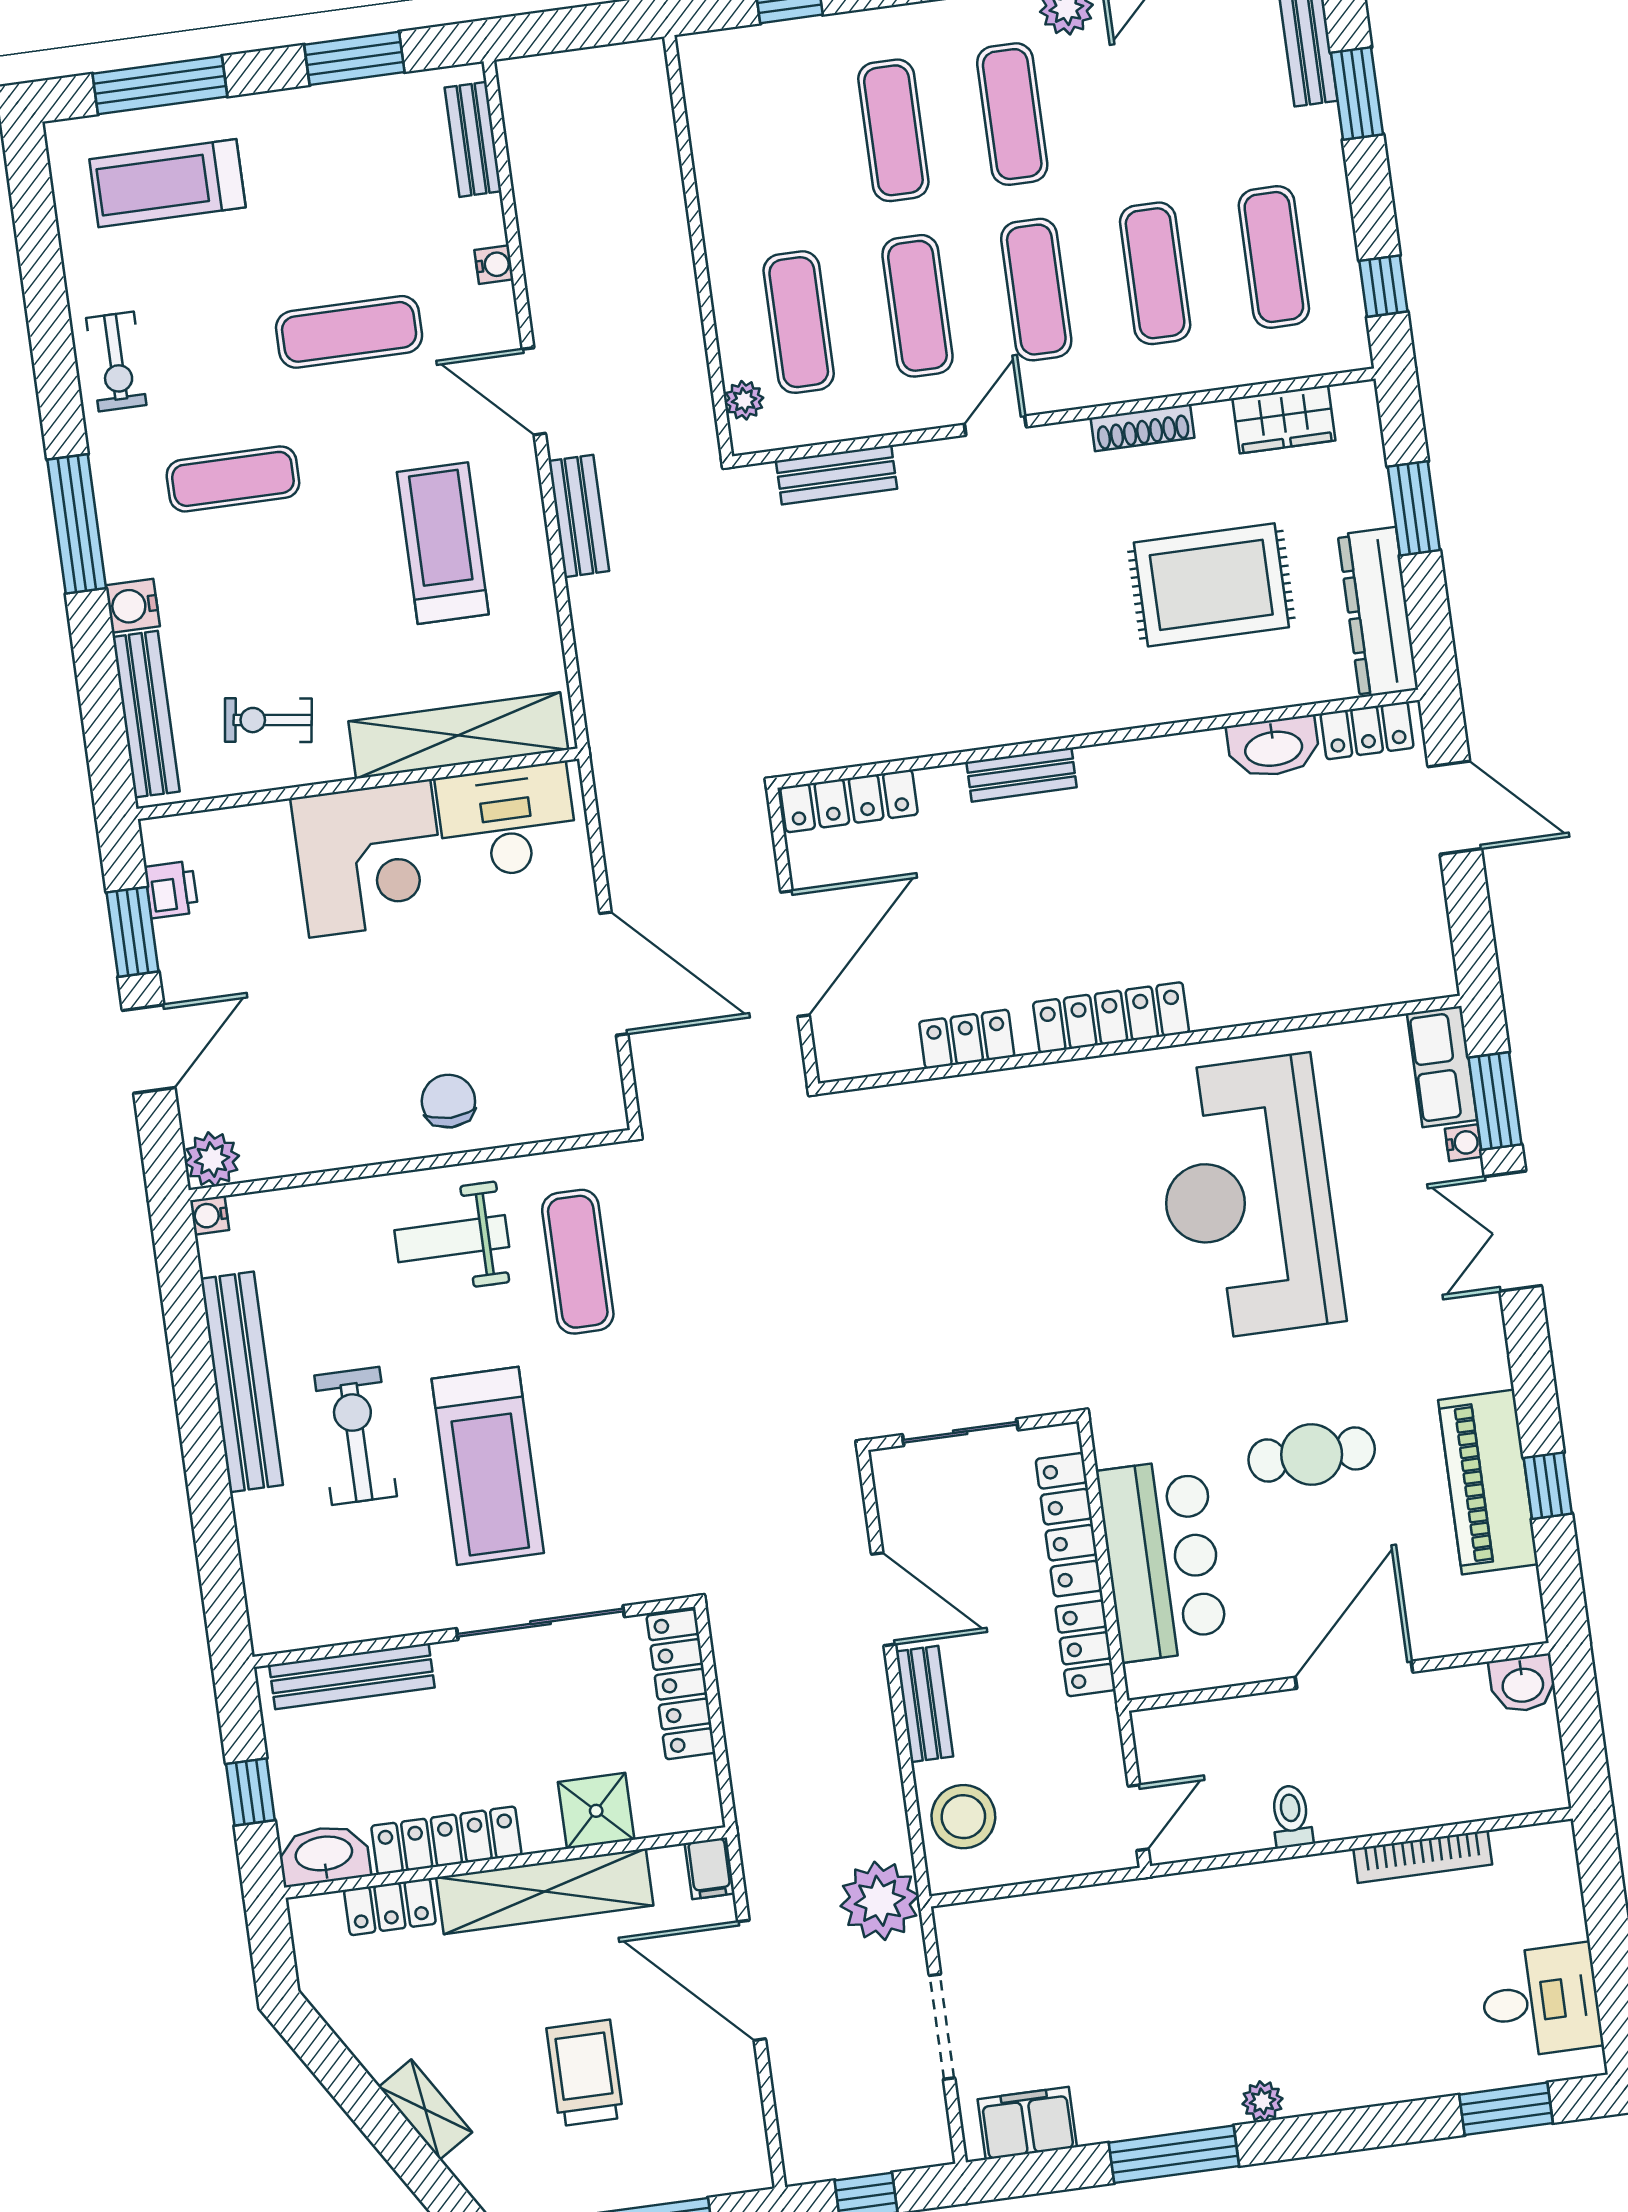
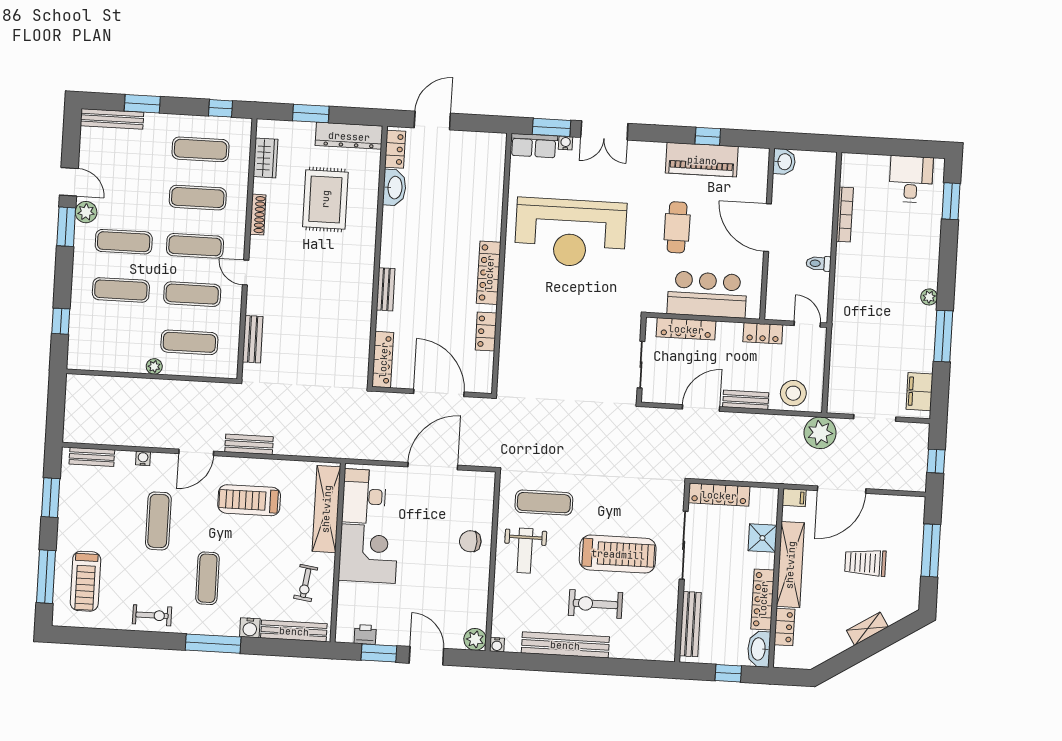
plant: (744, 400) -> (154, 366), moved
locker: (1085, 1648) -> (763, 333), moved

